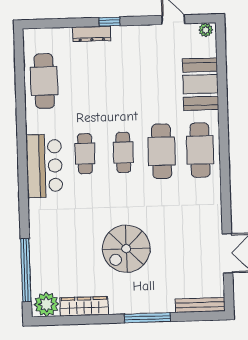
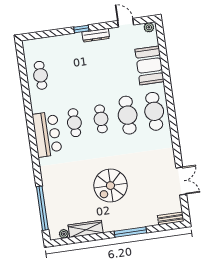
dresser: (92, 34) -> (96, 35), moved
cafe table: (44, 81) -> (41, 75), width x0.73, depth x0.74
plant: (46, 304) -> (64, 234), width x0.53, depth x0.53
bench: (200, 305) -> (171, 218), width x0.73

